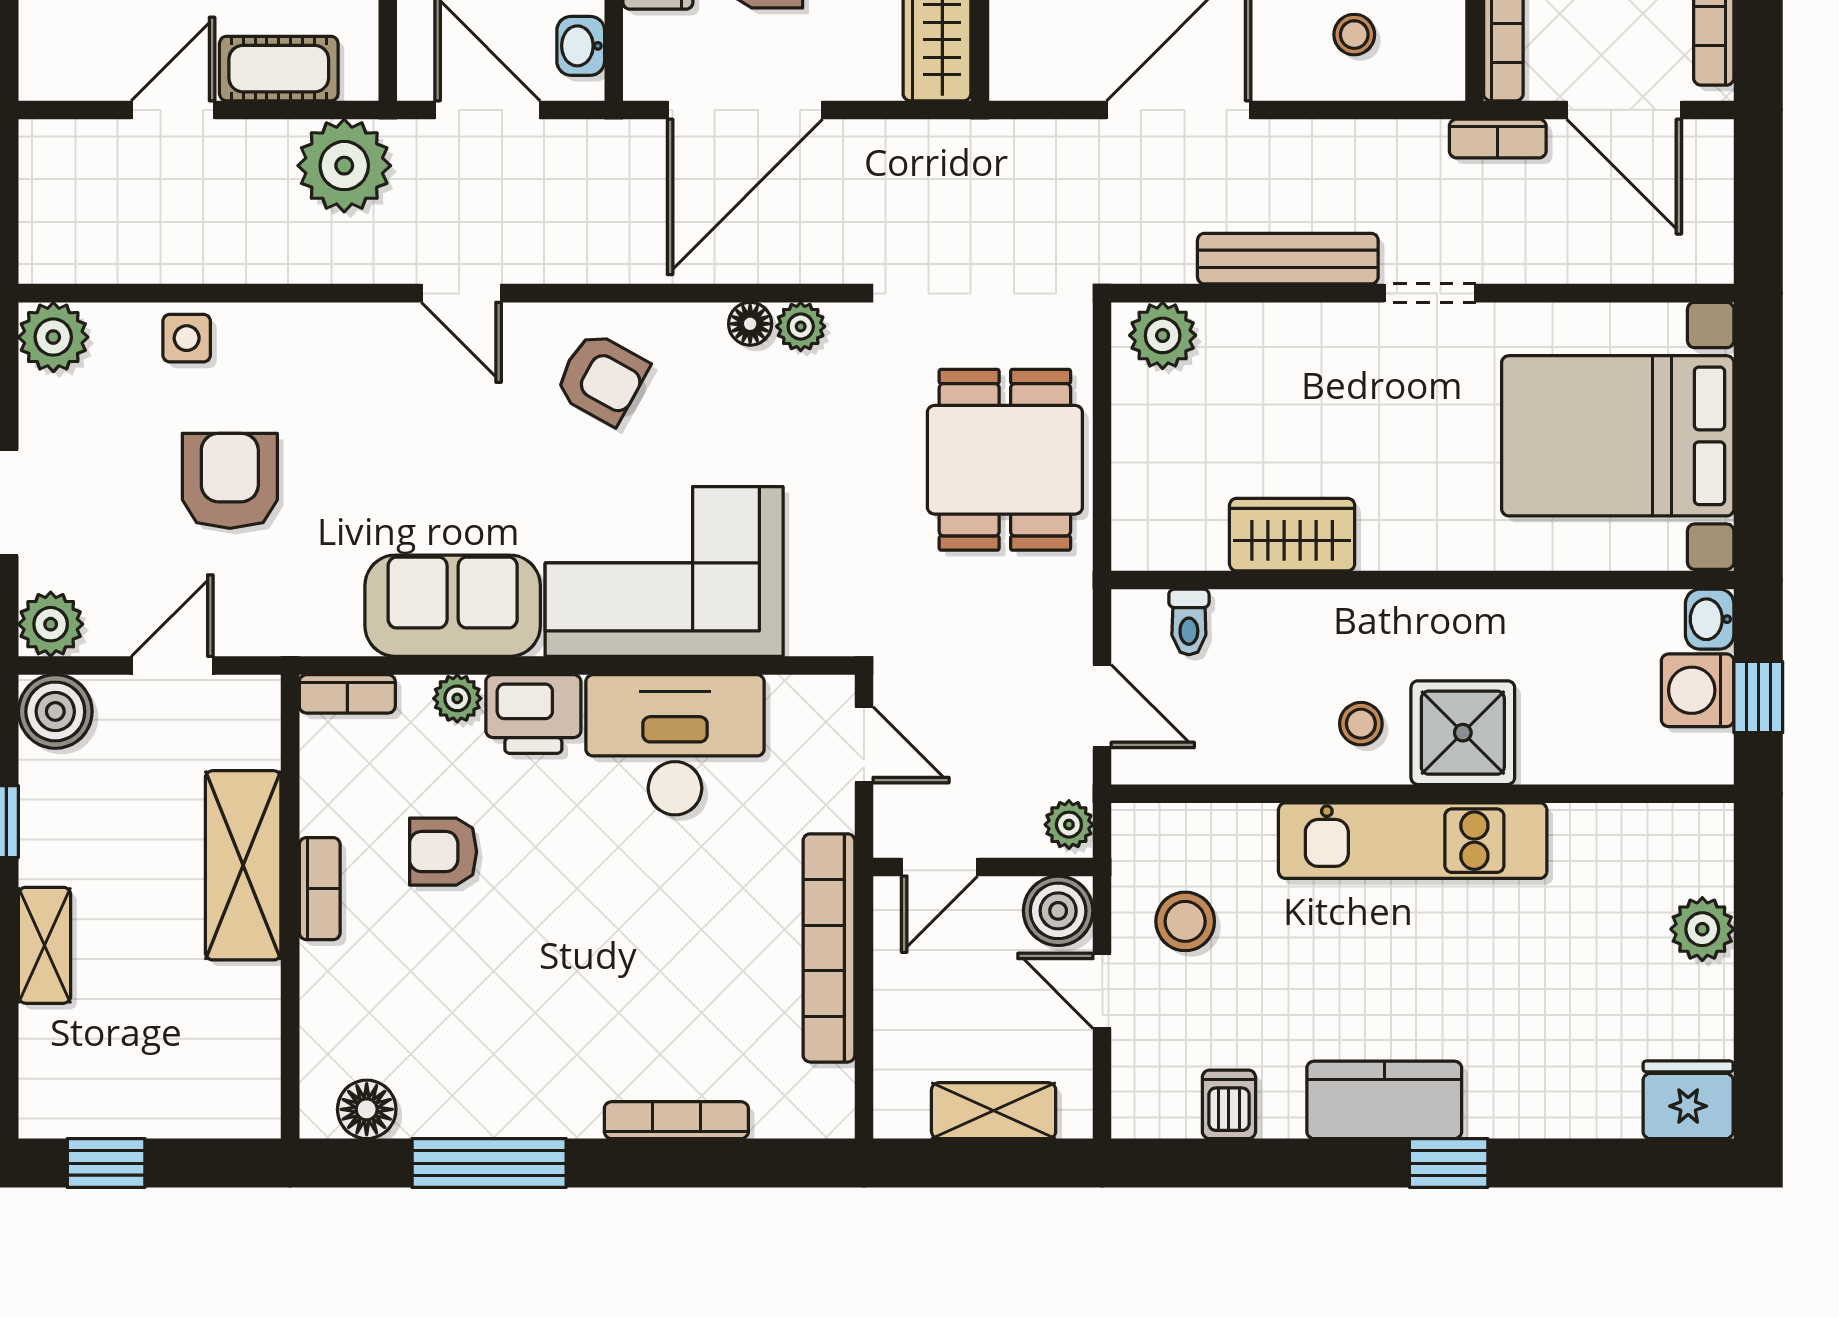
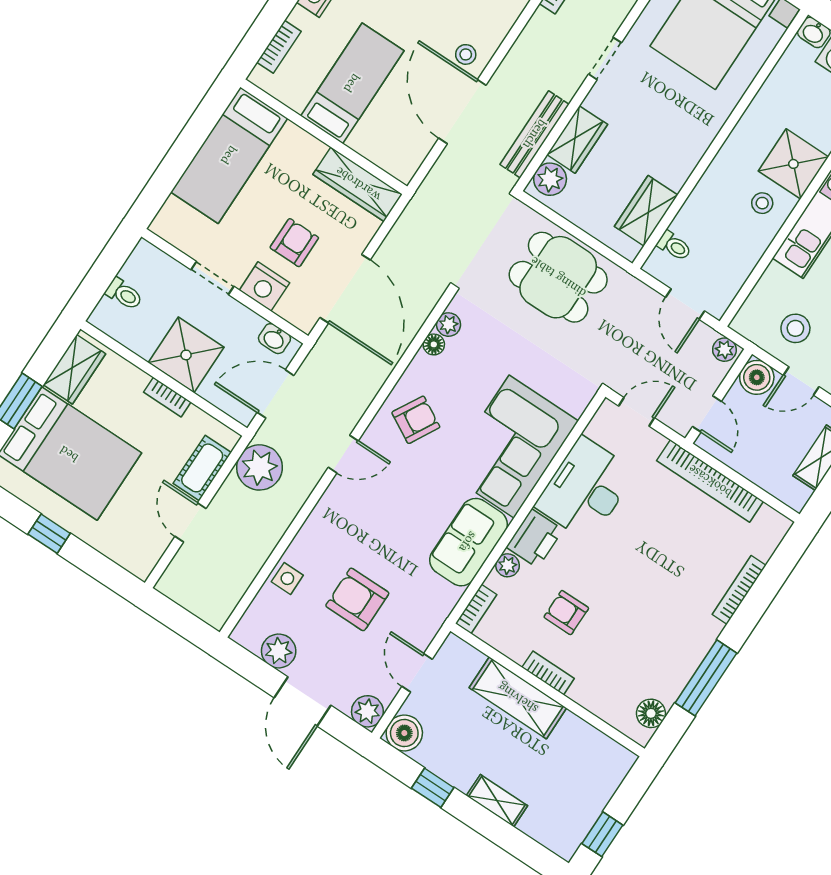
stool: (1354, 35) -> (466, 54), moved
bench: (1288, 259) -> (535, 134), moved
plant: (53, 337) -> (279, 651), moved
wardrobe: (1261, 337) -> (577, 140), added
wardrobe: (1292, 535) -> (646, 211), moved
door: (1102, 706) -> (685, 304), swing flipped
armchair: (443, 852) -> (566, 613), turned 90

